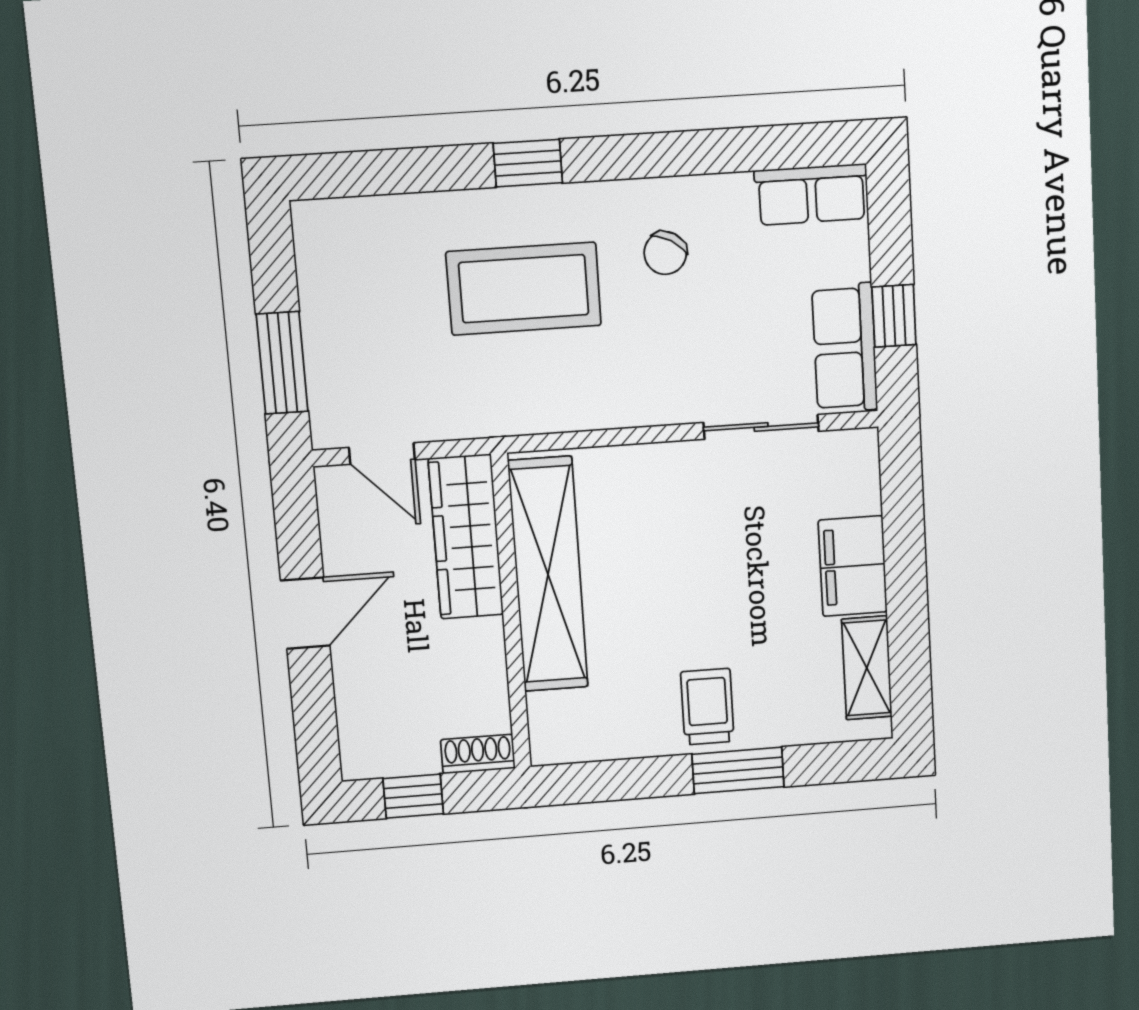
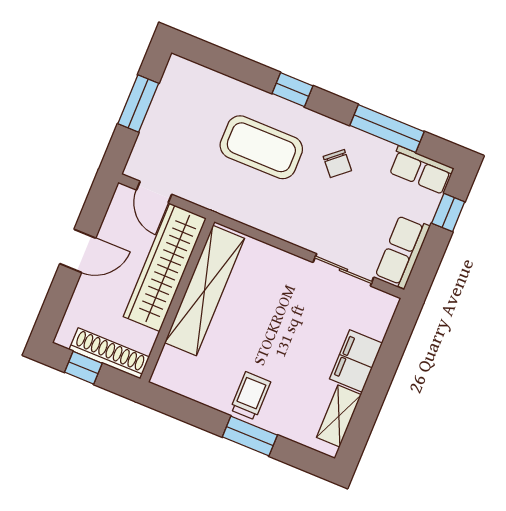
window: (720, 151) -> (387, 128), added
chair: (665, 253) -> (337, 163), turned -71
window: (894, 316) -> (448, 213), moved
window: (282, 363) -> (138, 104), moved
wardrobe: (466, 537) -> (165, 267), width x1.40, depth x1.17
shoe rack: (478, 754) -> (109, 353), width x1.94, depth x1.24

